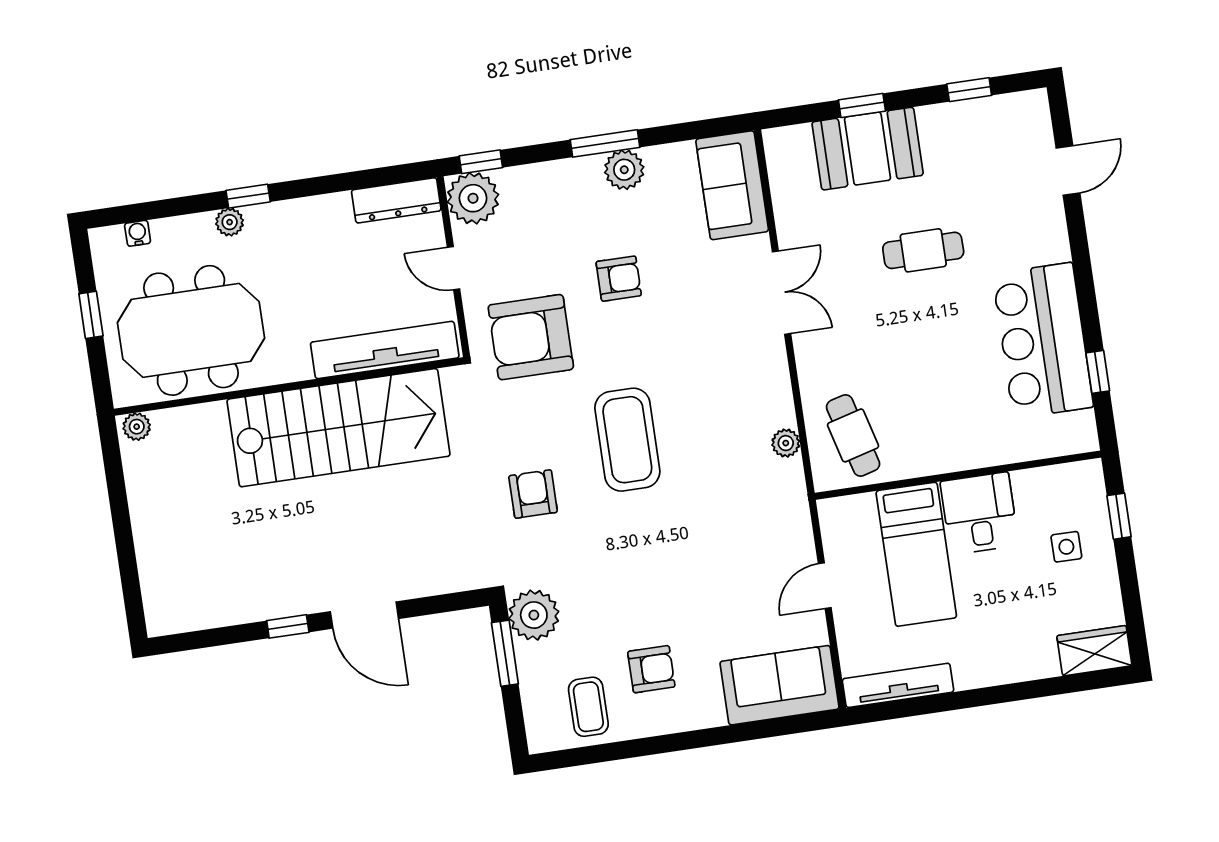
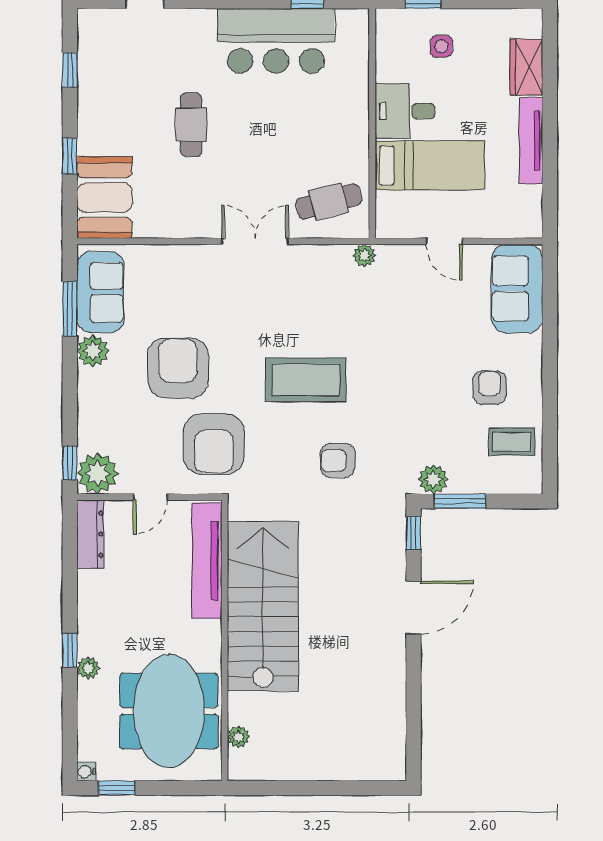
window: (605, 143) -> (70, 309), moved
booth: (868, 149) -> (104, 197), moved
sofa: (732, 185) -> (100, 292), moved, turned -90
water cooler: (138, 233) -> (86, 772), moved
armchair: (619, 279) -> (178, 368), width x1.88, depth x1.88
double door: (781, 293) -> (255, 241), moved
window: (91, 315) -> (117, 788), moved
plant: (137, 427) -> (238, 737), moved
plant: (786, 443) -> (364, 255), moved
plant: (534, 615) -> (433, 479), width x0.73, depth x0.73
window: (288, 626) -> (414, 533), moved
wardrobe: (1094, 651) -> (527, 67), moved
tv unit: (898, 685) -> (531, 141), moved

